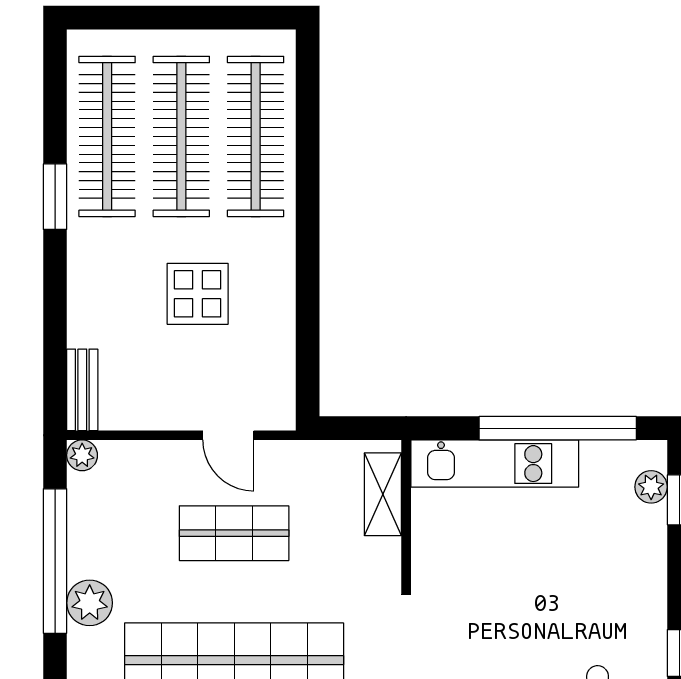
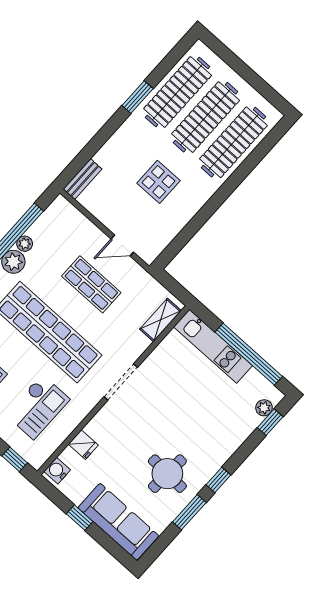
door: (228, 435) -> (122, 246), hinge flipped
plant: (82, 455) -> (25, 244), moved

